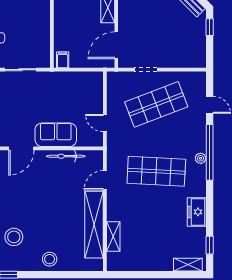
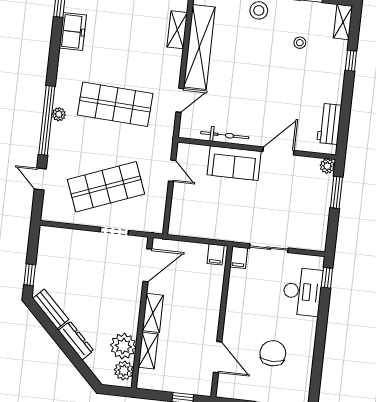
filing cabinet: (44, 60) -> (239, 257), added
freezer: (197, 212) -> (73, 31), moved
stool: (14, 237) -> (300, 43), width x0.53, depth x0.53

